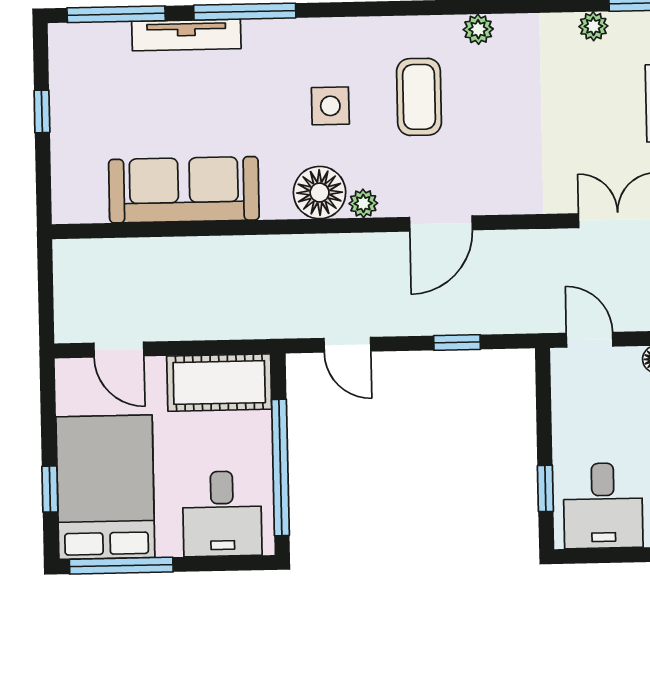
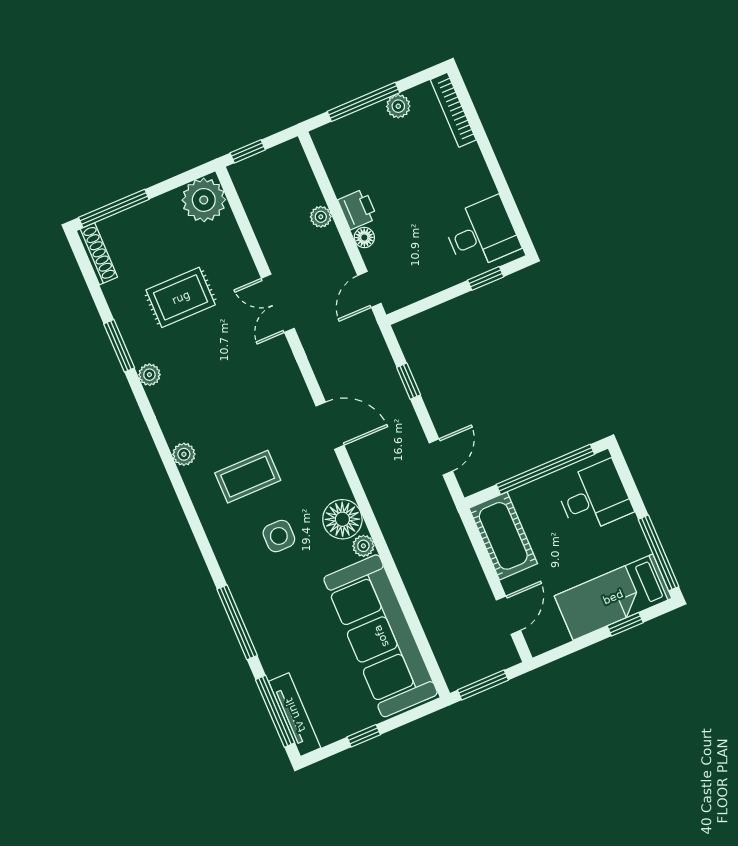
tv unit: (186, 35) -> (295, 715), moved
sofa: (184, 190) -> (381, 636), width x1.36, depth x1.27
plant: (363, 203) -> (363, 546), moved
window: (46, 284) -> (483, 685), added
bed: (105, 487) -> (613, 597), width x0.67

